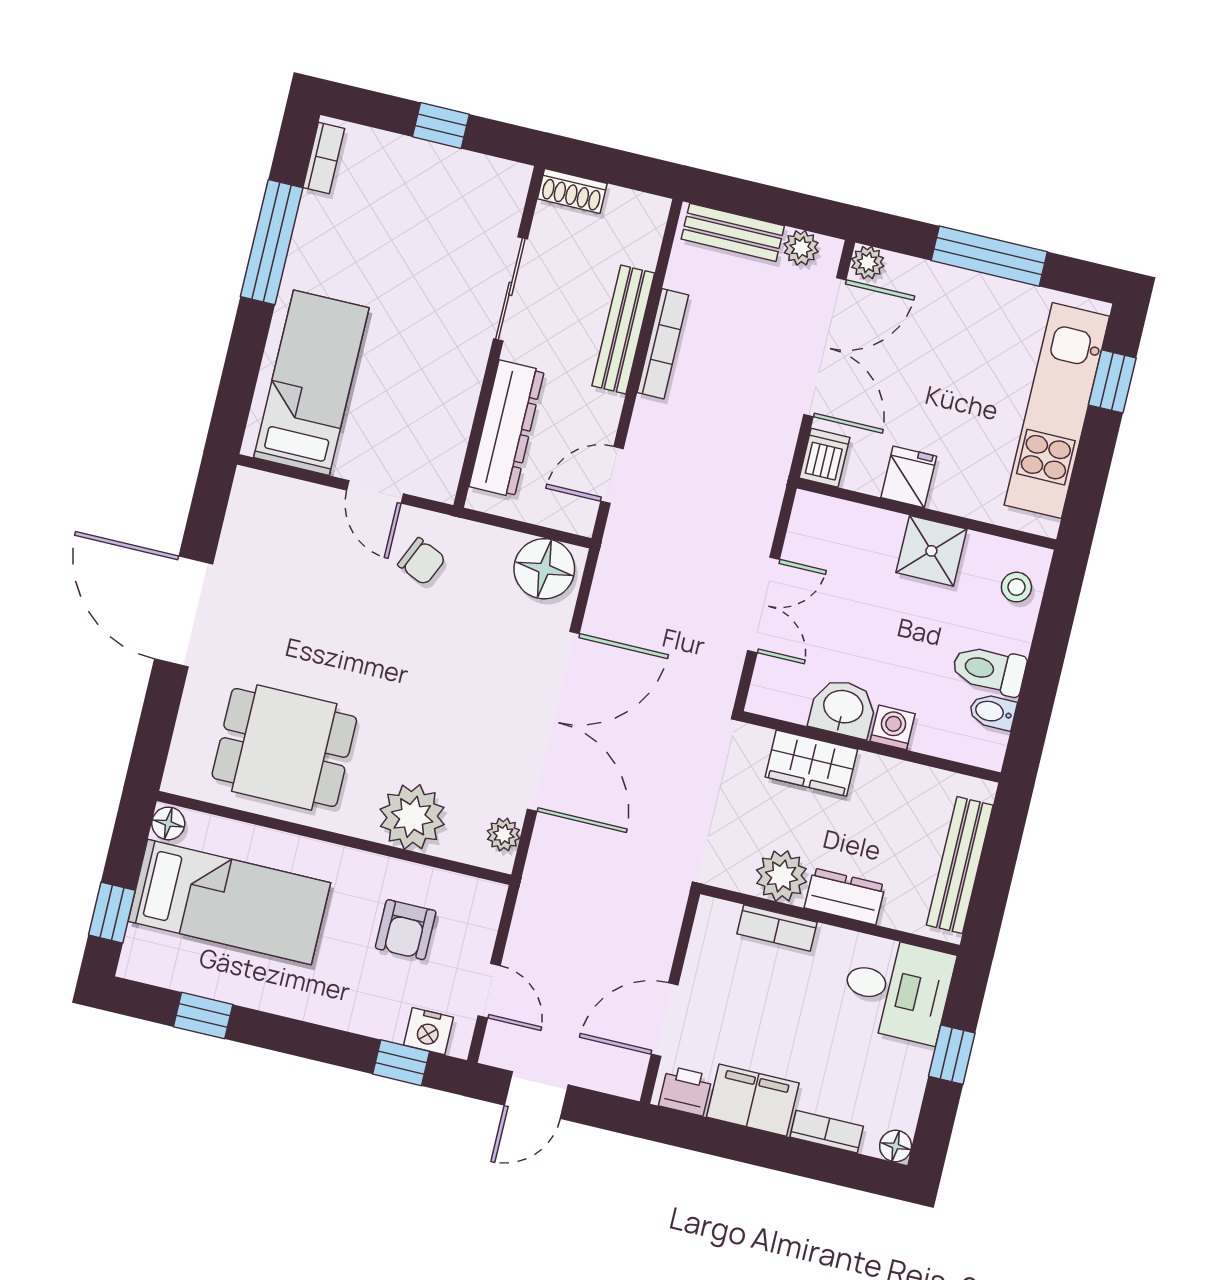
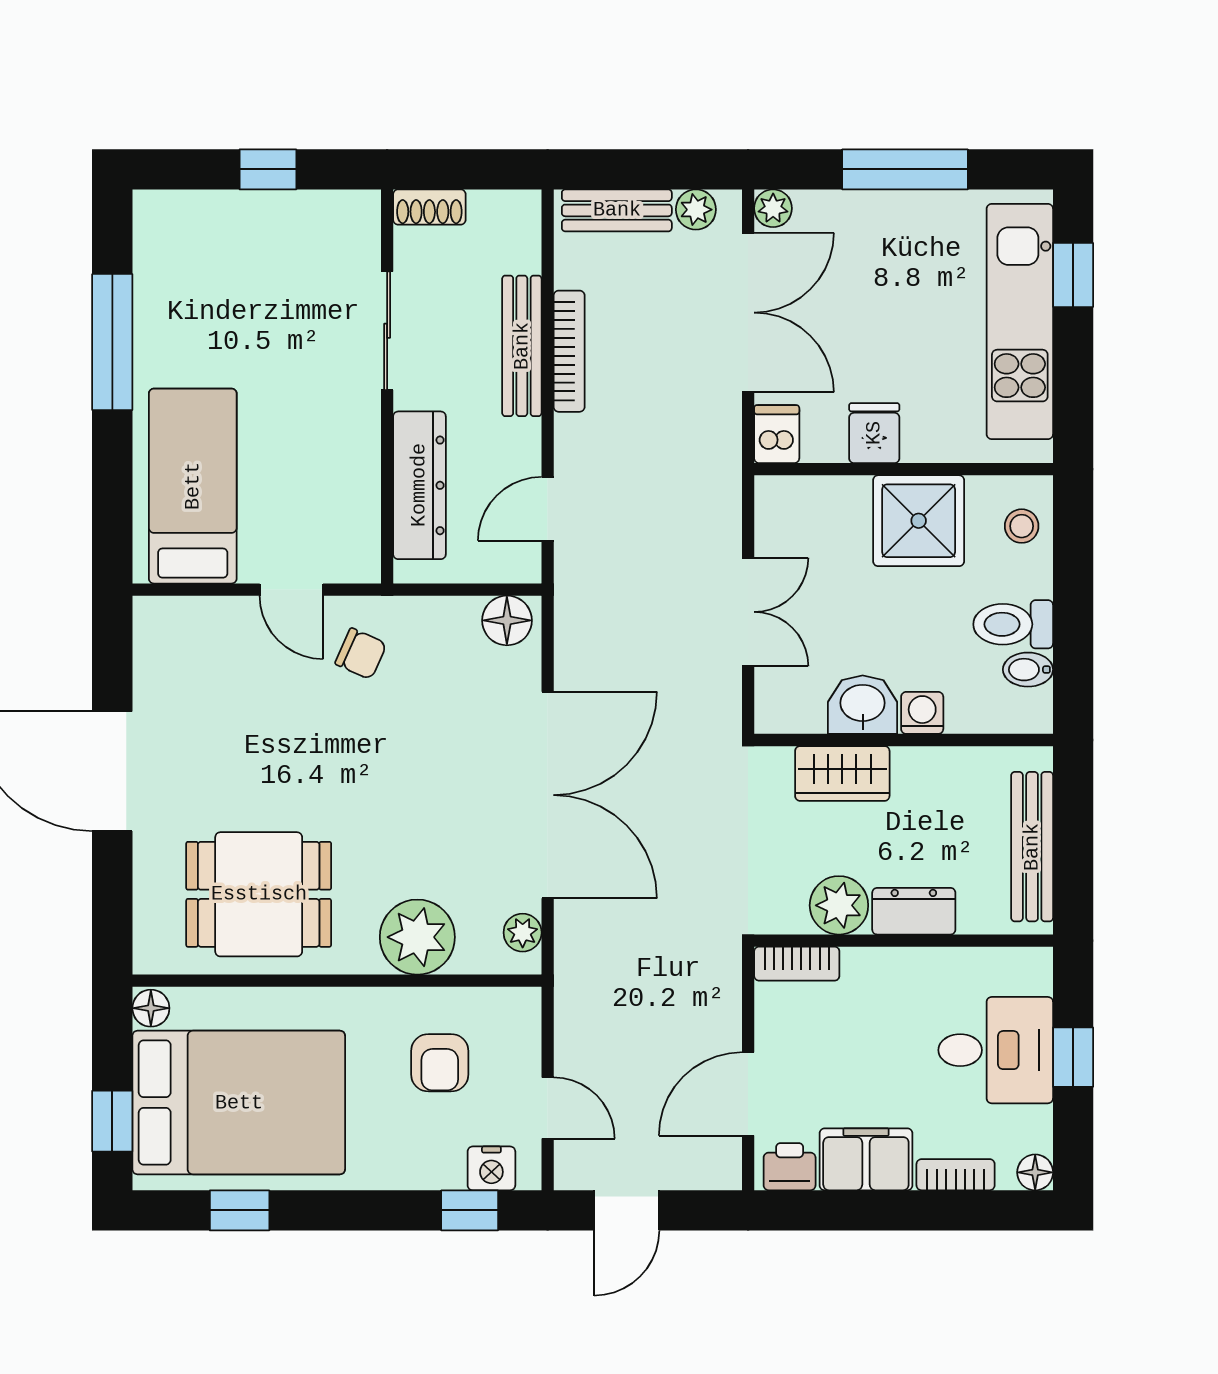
bookcase: (324, 158) -> (148, 236), removed
shower: (931, 551) -> (919, 521), width x1.36, depth x1.36
floor lamp: (544, 569) -> (507, 620), width x0.73, depth x0.73
bed: (229, 902) -> (239, 1103), width x1.50
bookcase: (777, 928) -> (797, 964), moved
desk: (897, 989) -> (996, 1050), moved

